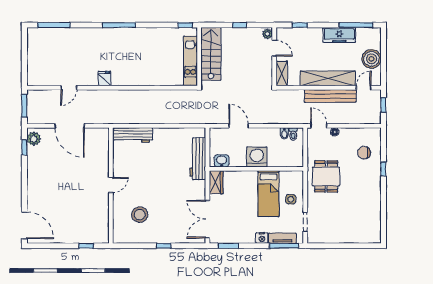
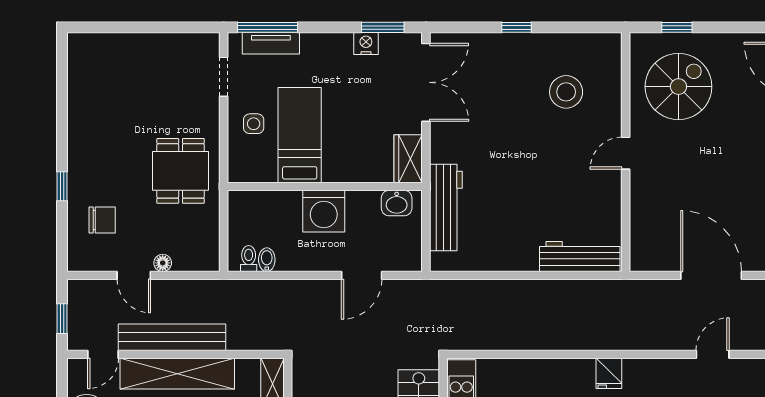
fridge: (104, 79) -> (609, 373), moved
door: (239, 126) -> (362, 275), hinge flipped
door: (319, 126) -> (134, 275), moved
spiral stairs: (85, 217) -> (678, 87), added
nightstand: (262, 238) -> (366, 44), moved

